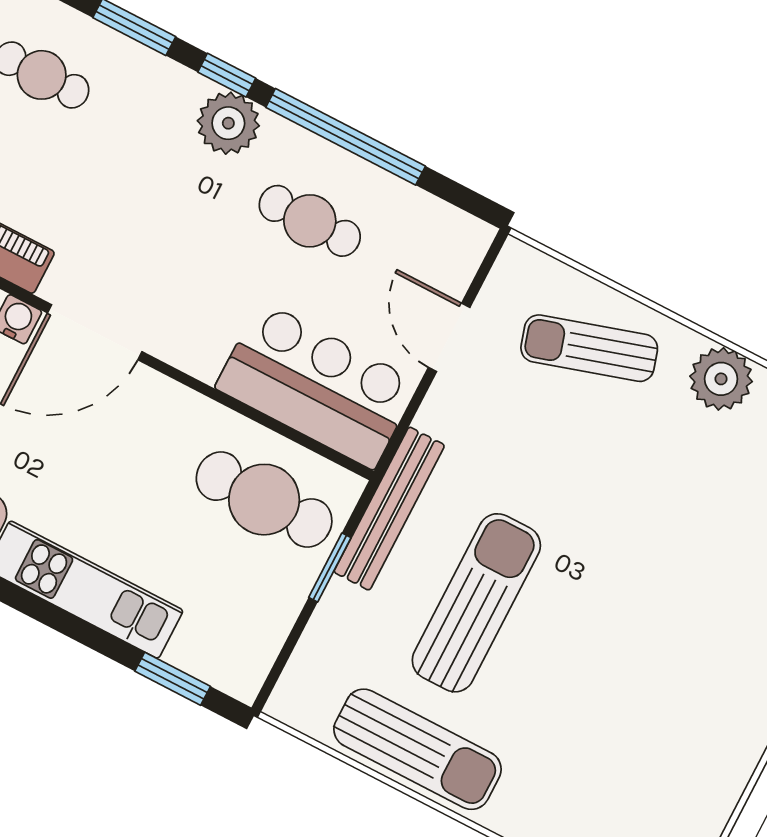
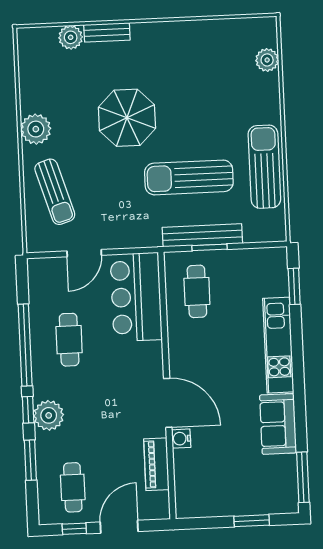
plant: (228, 123) -> (49, 415), moved
cafe table: (264, 500) -> (197, 291), width x0.73, depth x0.74
bench: (389, 509) -> (202, 235), moved
parasol: (647, 554) -> (127, 118), added

